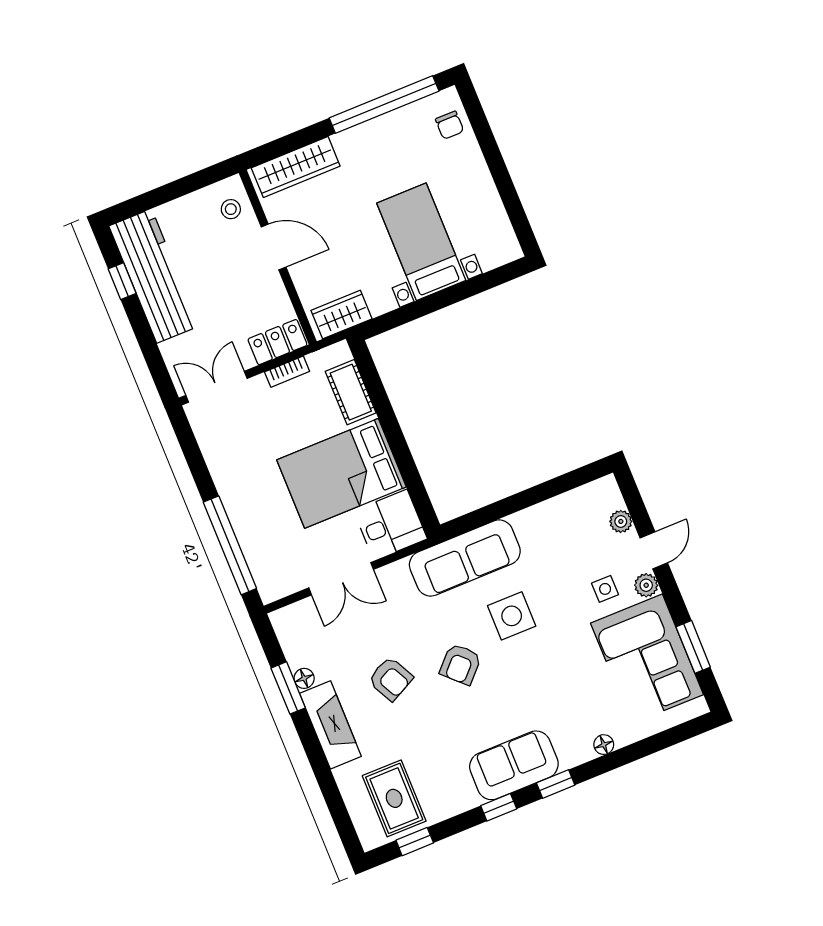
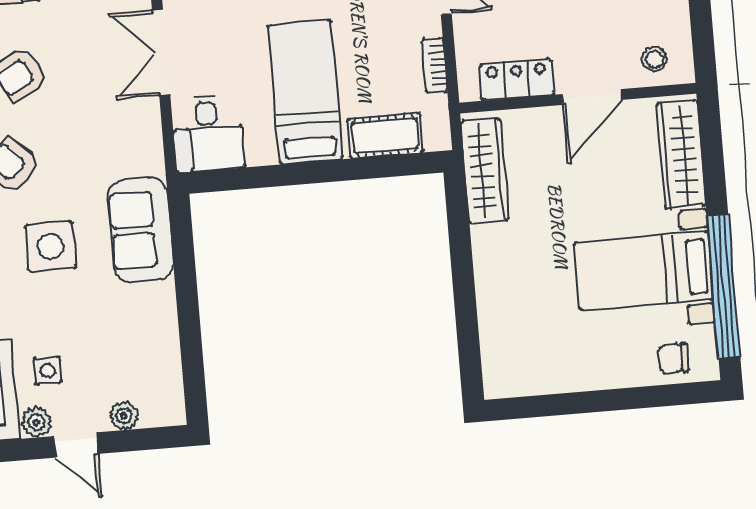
bed with nightstands: (421, 242) -> (644, 271), moved, turned 180
wardrobe: (341, 315) -> (485, 171), width x1.50
locker: (277, 342) -> (517, 80), moved, turned -90
bed: (342, 473) -> (305, 92), width x0.67
sofa: (465, 558) -> (141, 230), width x0.73

